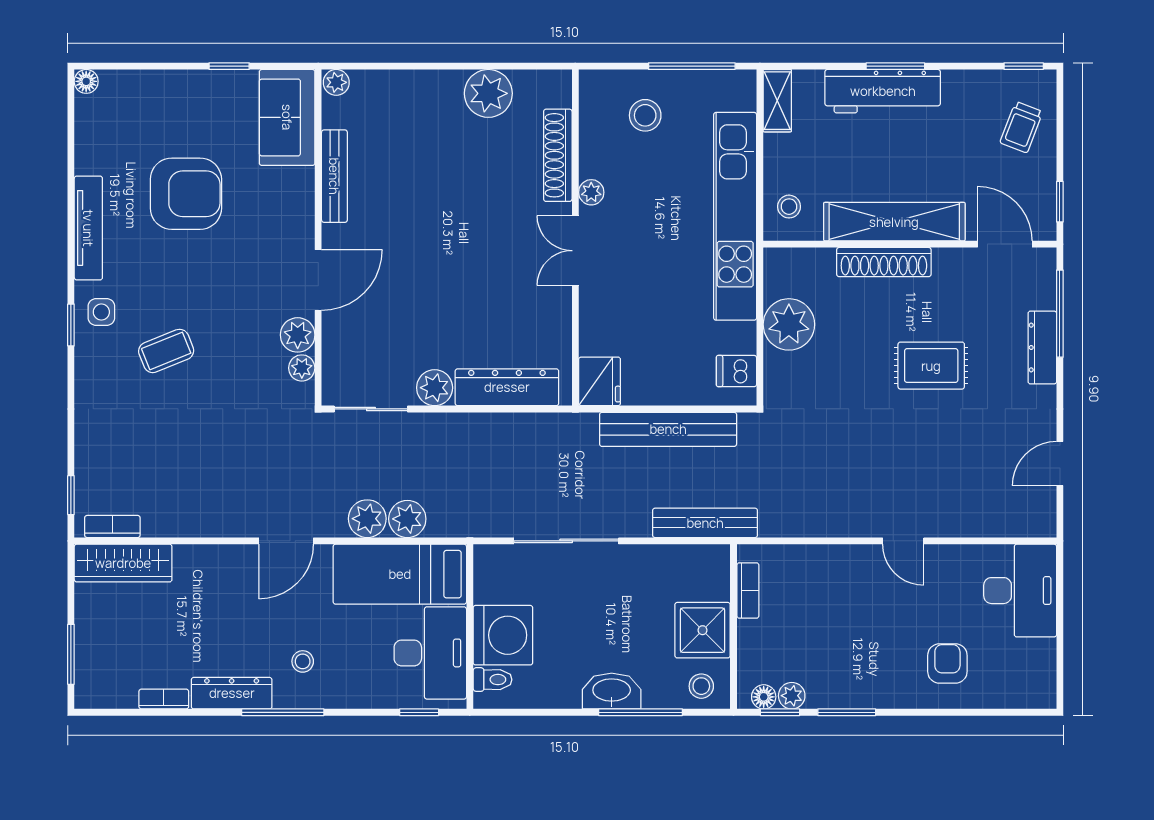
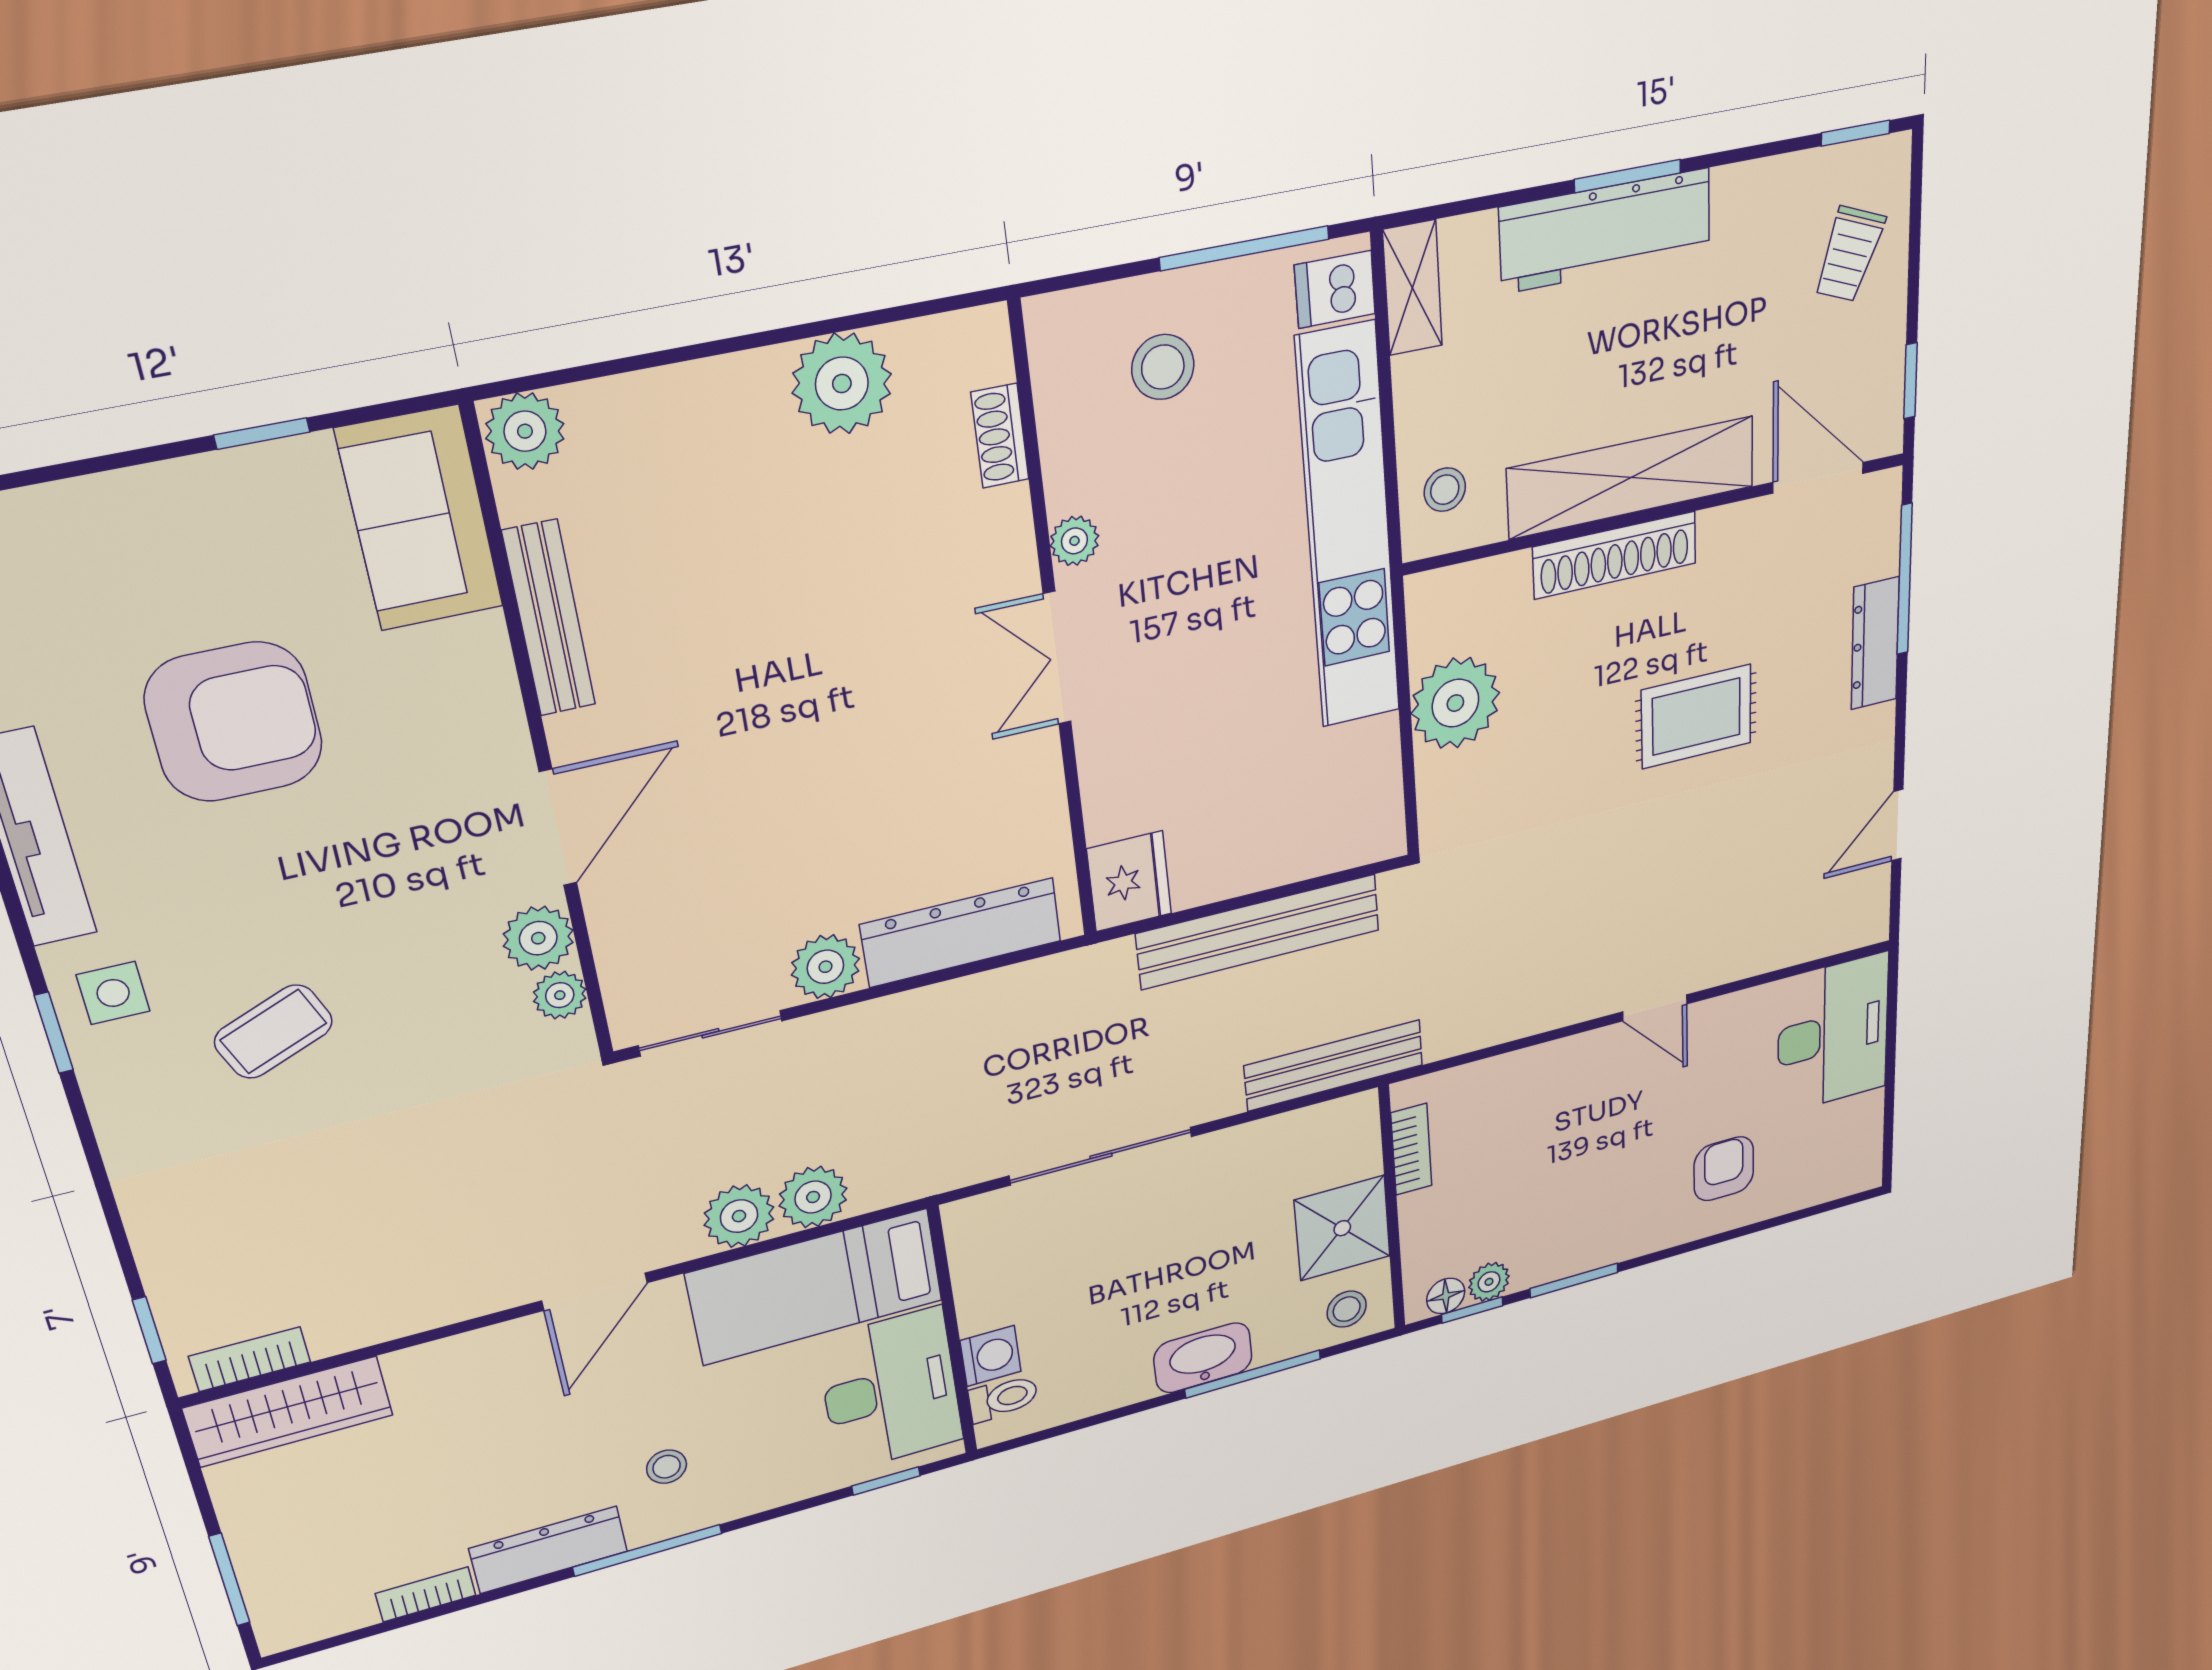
plant: (336, 82) -> (525, 431), width x1.38, depth x1.38
shoe rack: (558, 155) -> (1000, 436), width x0.51, depth x0.81
dishwasher: (736, 371) -> (1335, 289), moved
washing machine: (503, 635) -> (991, 1356), width x0.53, depth x0.53

